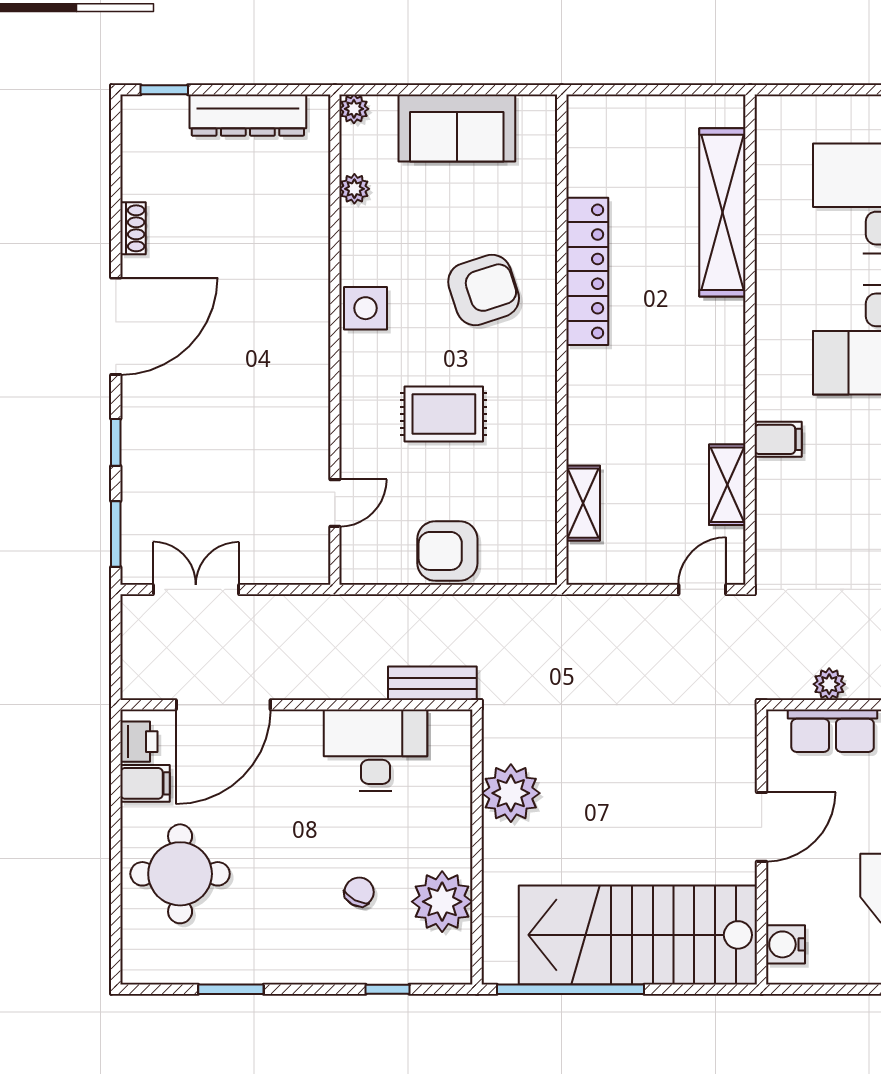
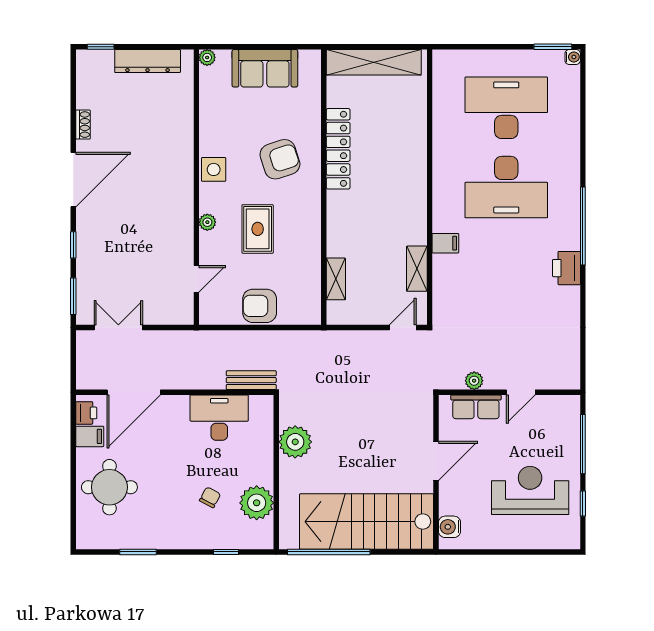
plant: (354, 189) -> (207, 222), moved
shelving: (722, 212) -> (374, 62), moved, turned 90
rug: (444, 414) -> (258, 229), turned 90

